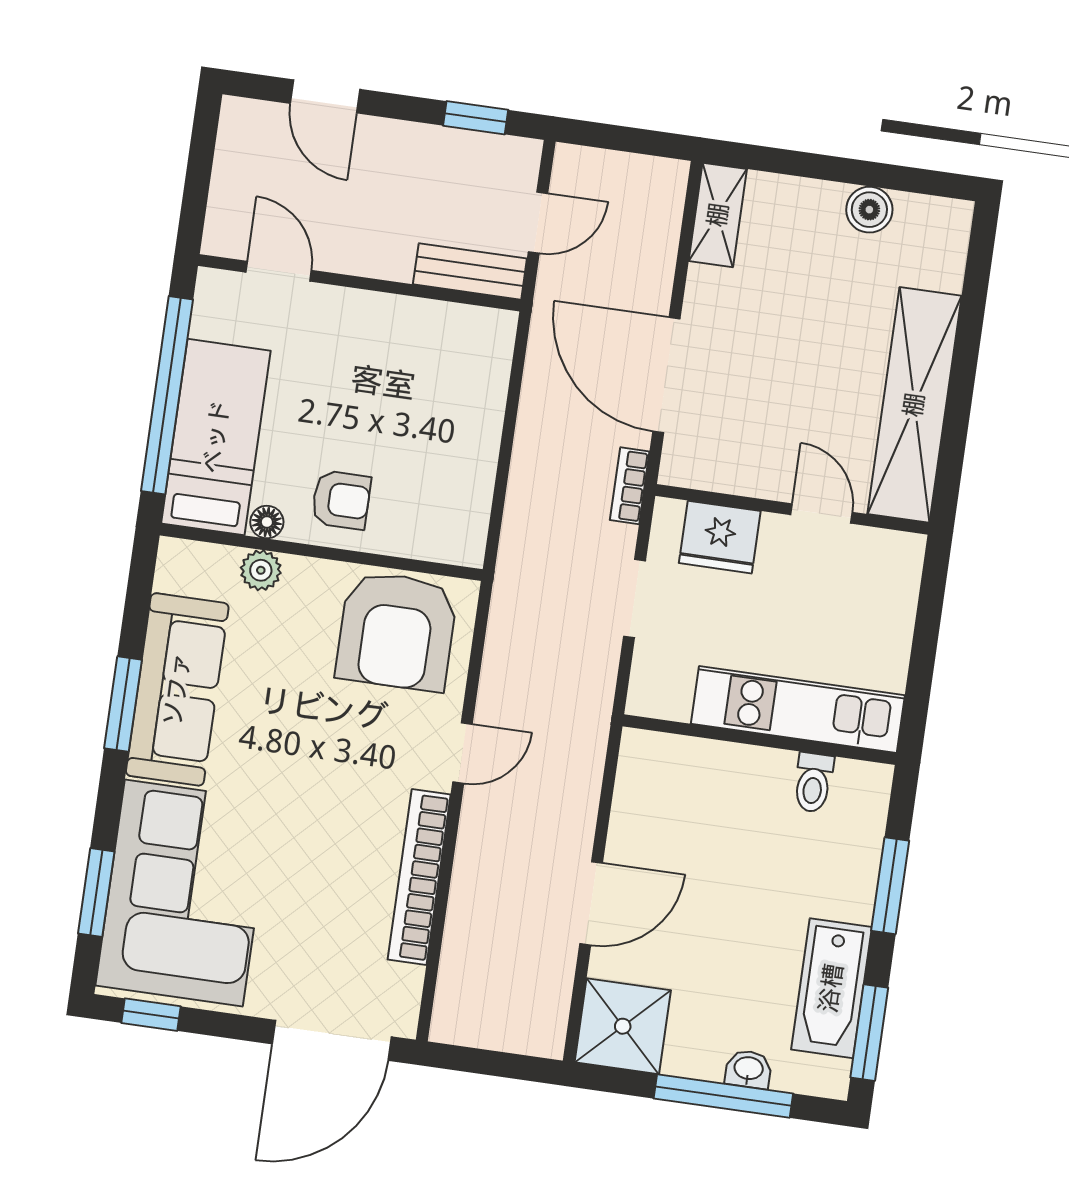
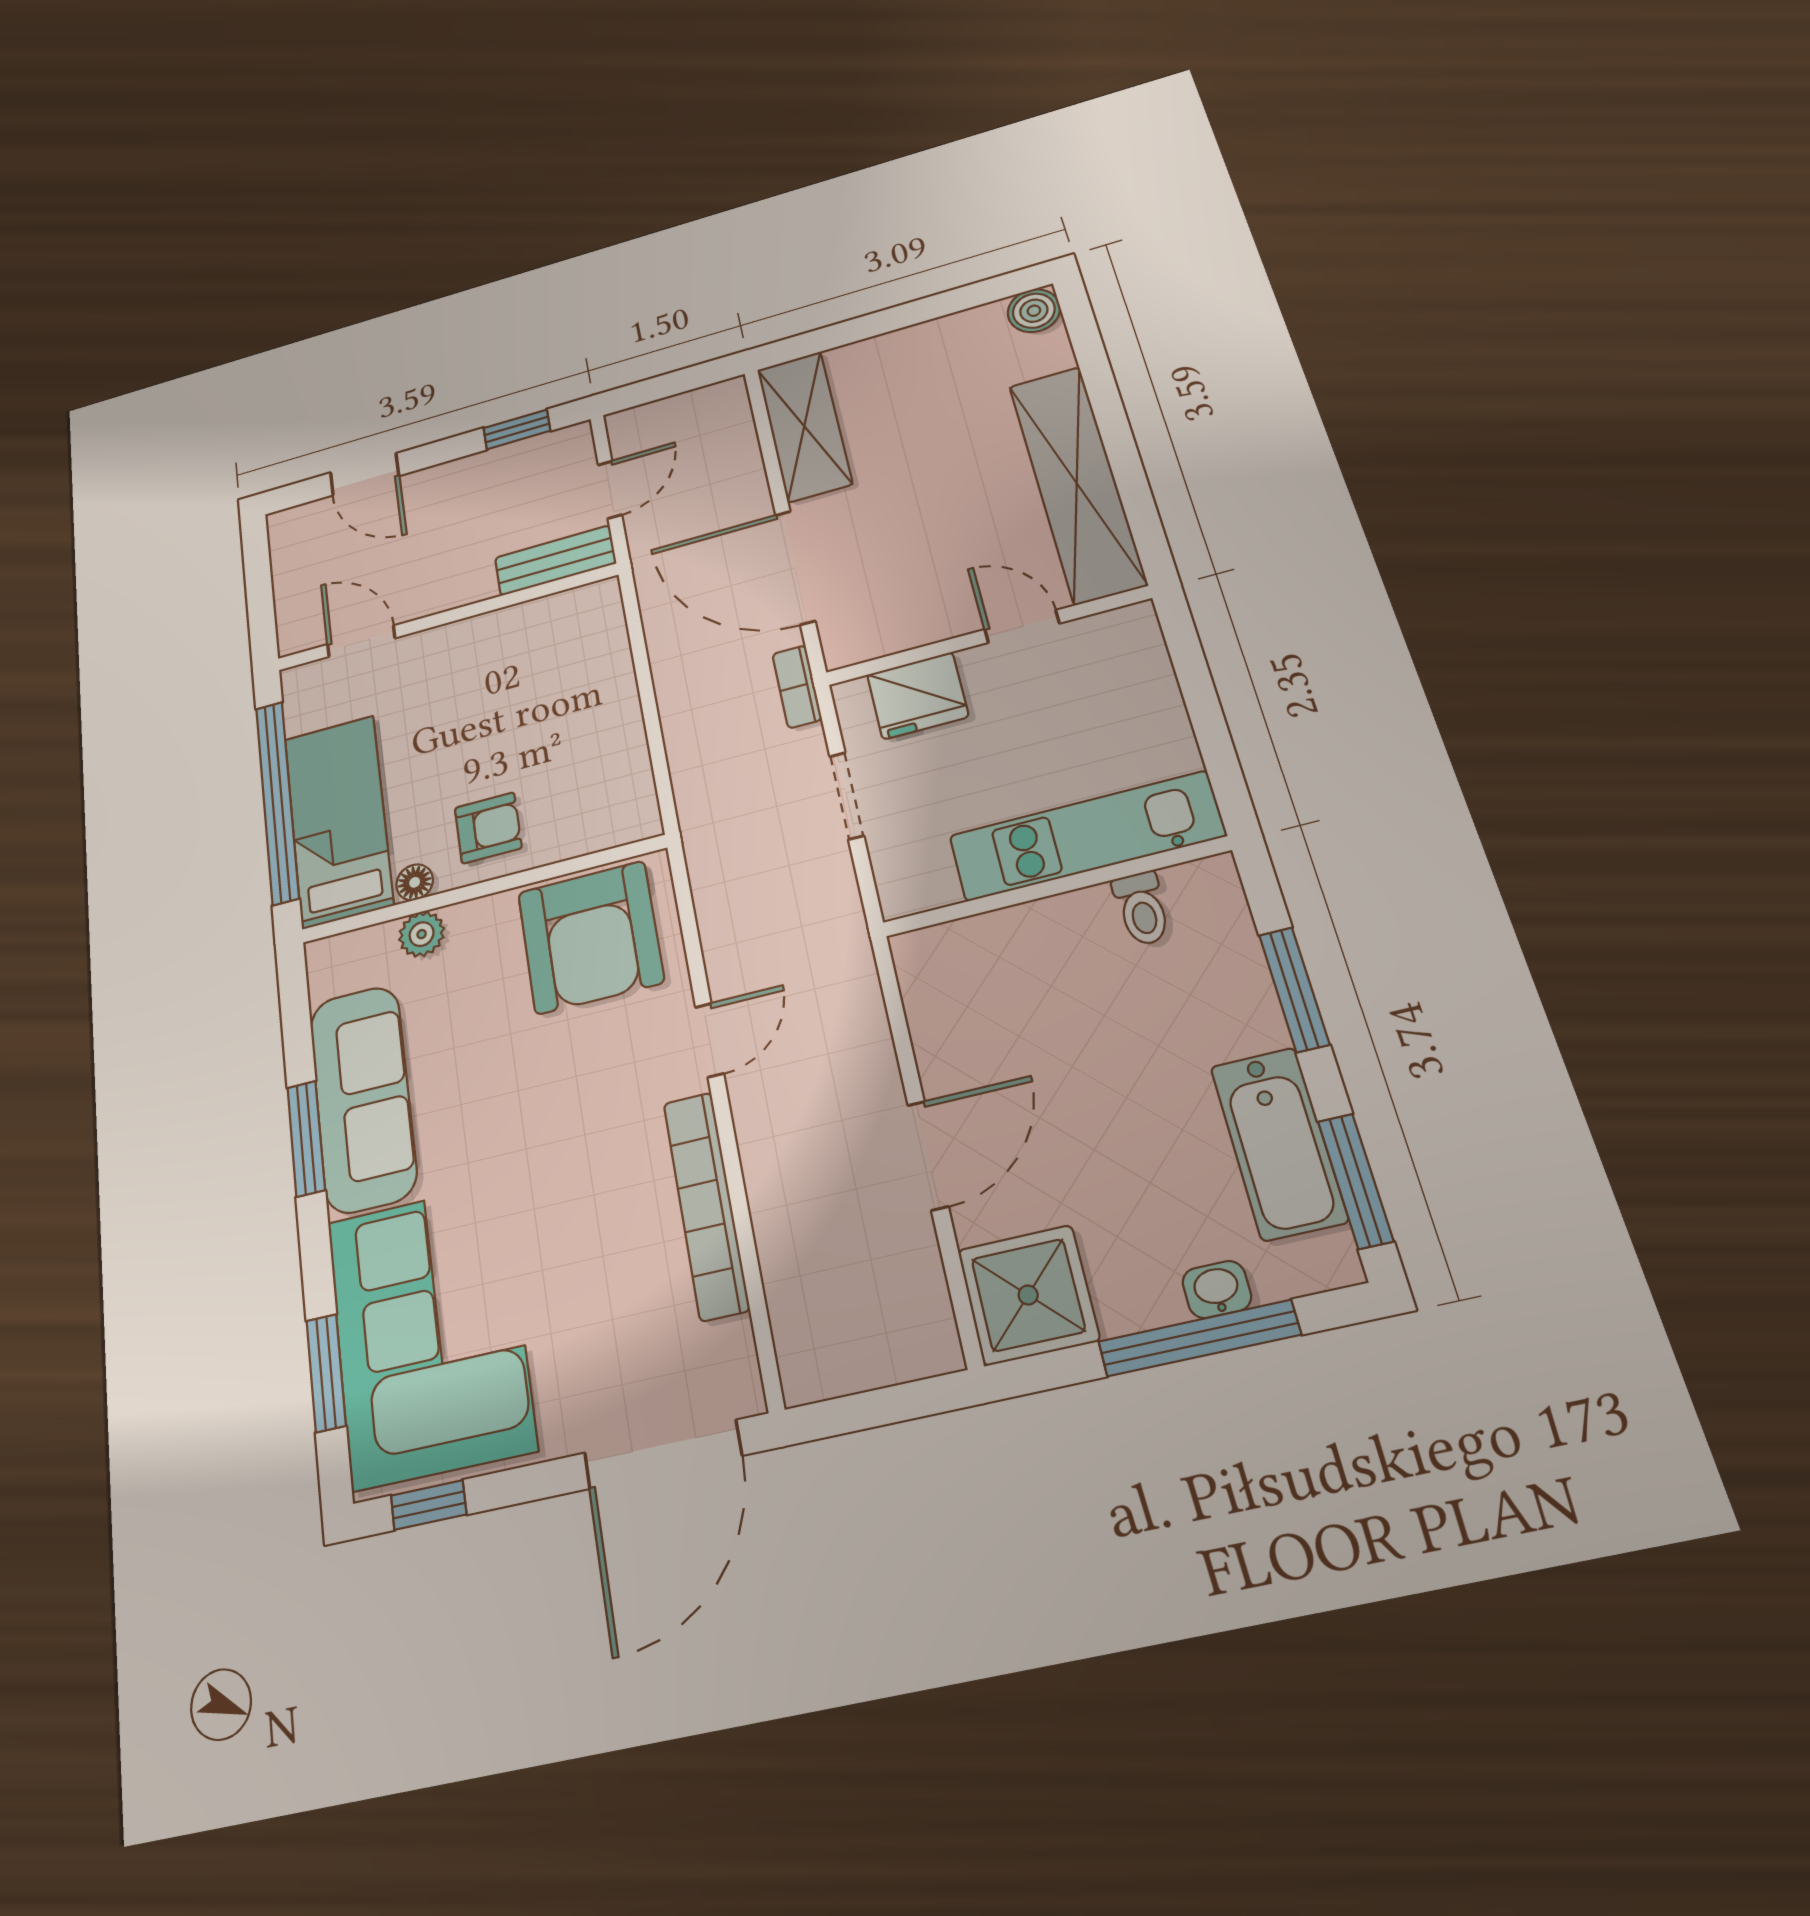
boiler: (869, 210) -> (1034, 311), moved
shelving: (718, 215) -> (804, 426), width x1.50, depth x1.33

